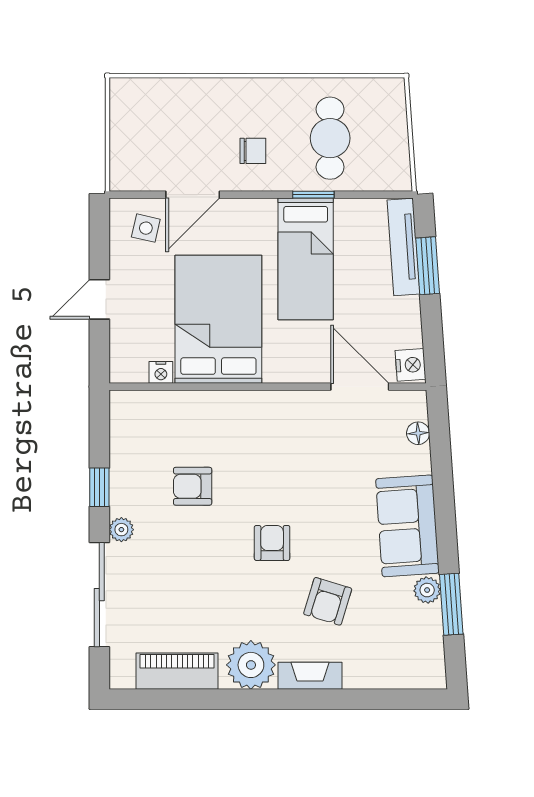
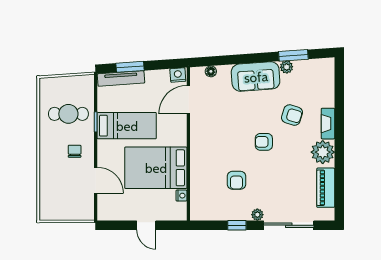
side table: (146, 228) -> (112, 203), removed

